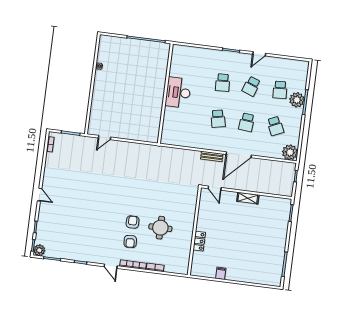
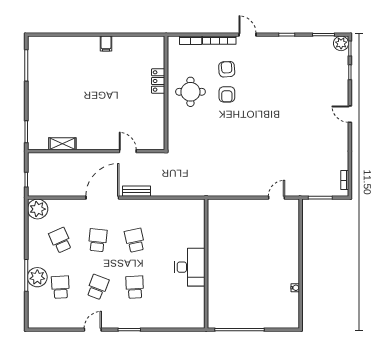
shelving: (248, 198) -> (62, 144), moved
wall: (194, 231) -> (166, 93), moved
locker: (199, 241) -> (158, 81), moved

